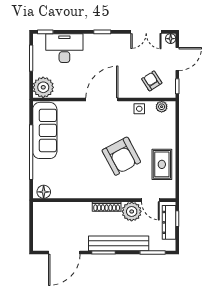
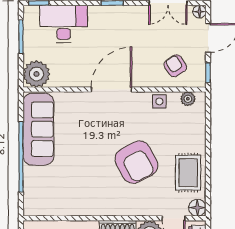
floor lamp: (44, 192) -> (197, 208), moved

